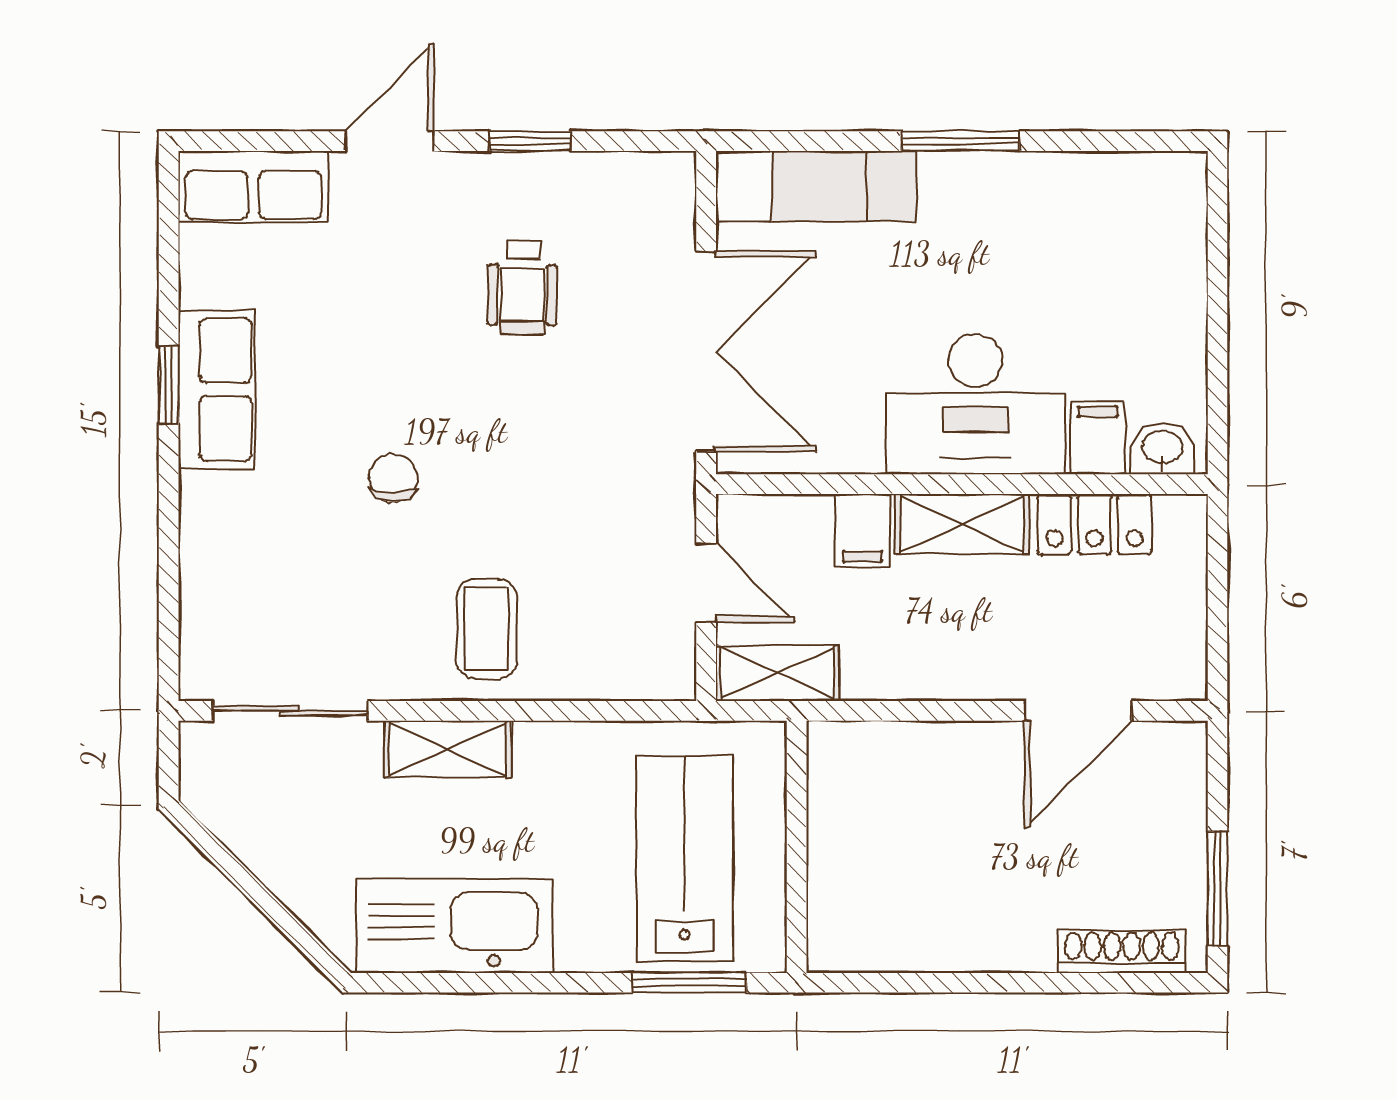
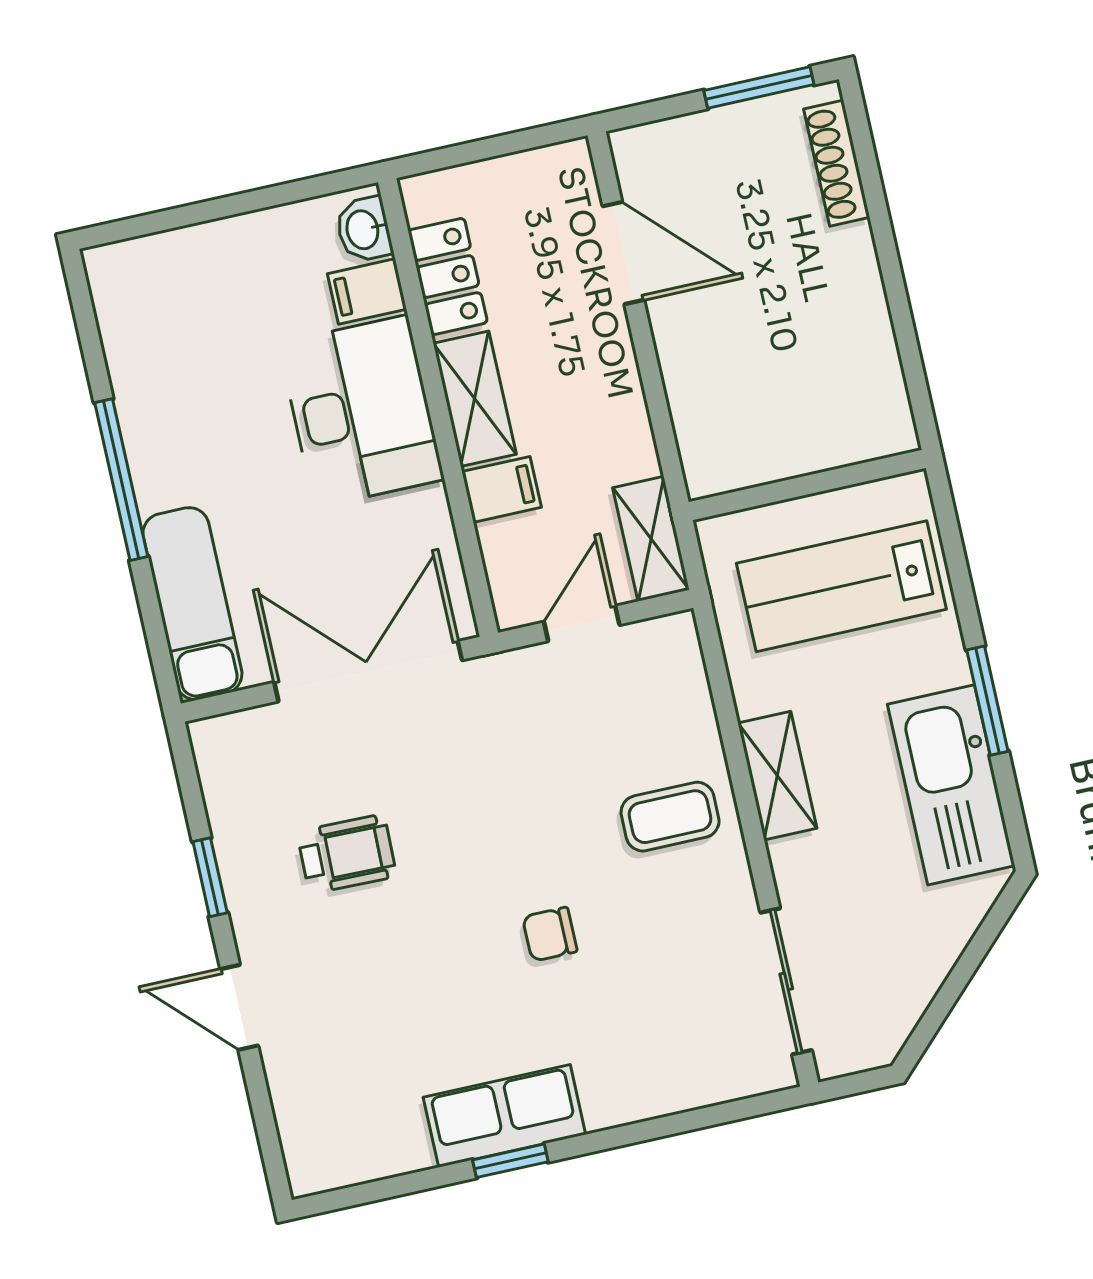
window: (960, 141) -> (121, 480), width x1.44
row of seats: (253, 187) -> (309, 1123), removed
shelving: (448, 749) -> (777, 776), moved
window: (690, 983) -> (987, 701), moved

